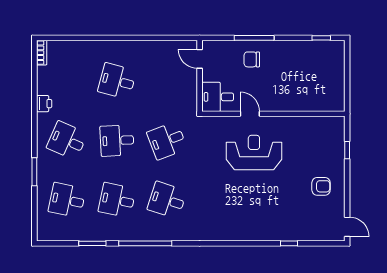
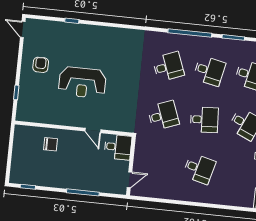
door: (200, 59) -> (129, 180), hinge flipped
chair: (252, 59) -> (50, 144), moved
reception desk: (254, 152) -> (82, 83), moved
armchair: (321, 186) -> (41, 65), turned 90
desk: (167, 200) -> (168, 67), turned -39

